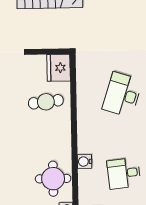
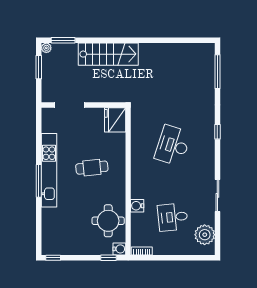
cafe table: (46, 102) -> (92, 168), moved

